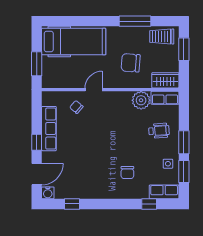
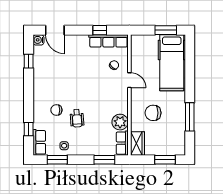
trolley: (162, 37) -> (176, 140), removed
chair: (131, 63) -> (153, 113), turned -94
window: (37, 64) -> (166, 30), moved
row of seats: (49, 129) -> (108, 41), moved
wheelchair: (159, 131) -> (77, 118), moved
window: (37, 142) -> (100, 30), moved
window: (184, 142) -> (104, 160), moved

